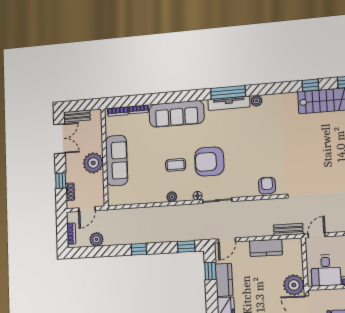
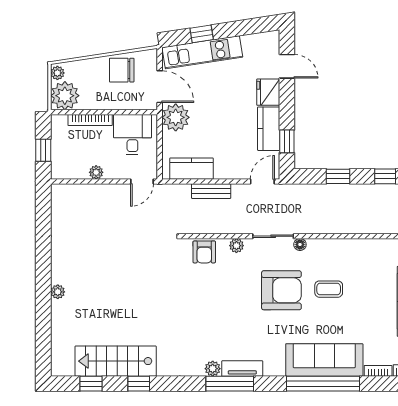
window: (228, 92) -> (230, 384), moved
window: (177, 97) -> (323, 384), added
tv unit: (229, 103) -> (242, 368), width x0.71
plant: (172, 197) -> (236, 246), moved
bench: (288, 230) -> (211, 191), moved
window: (186, 246) -> (338, 176), moved
kitchen counter: (266, 248) -> (191, 169), moved

